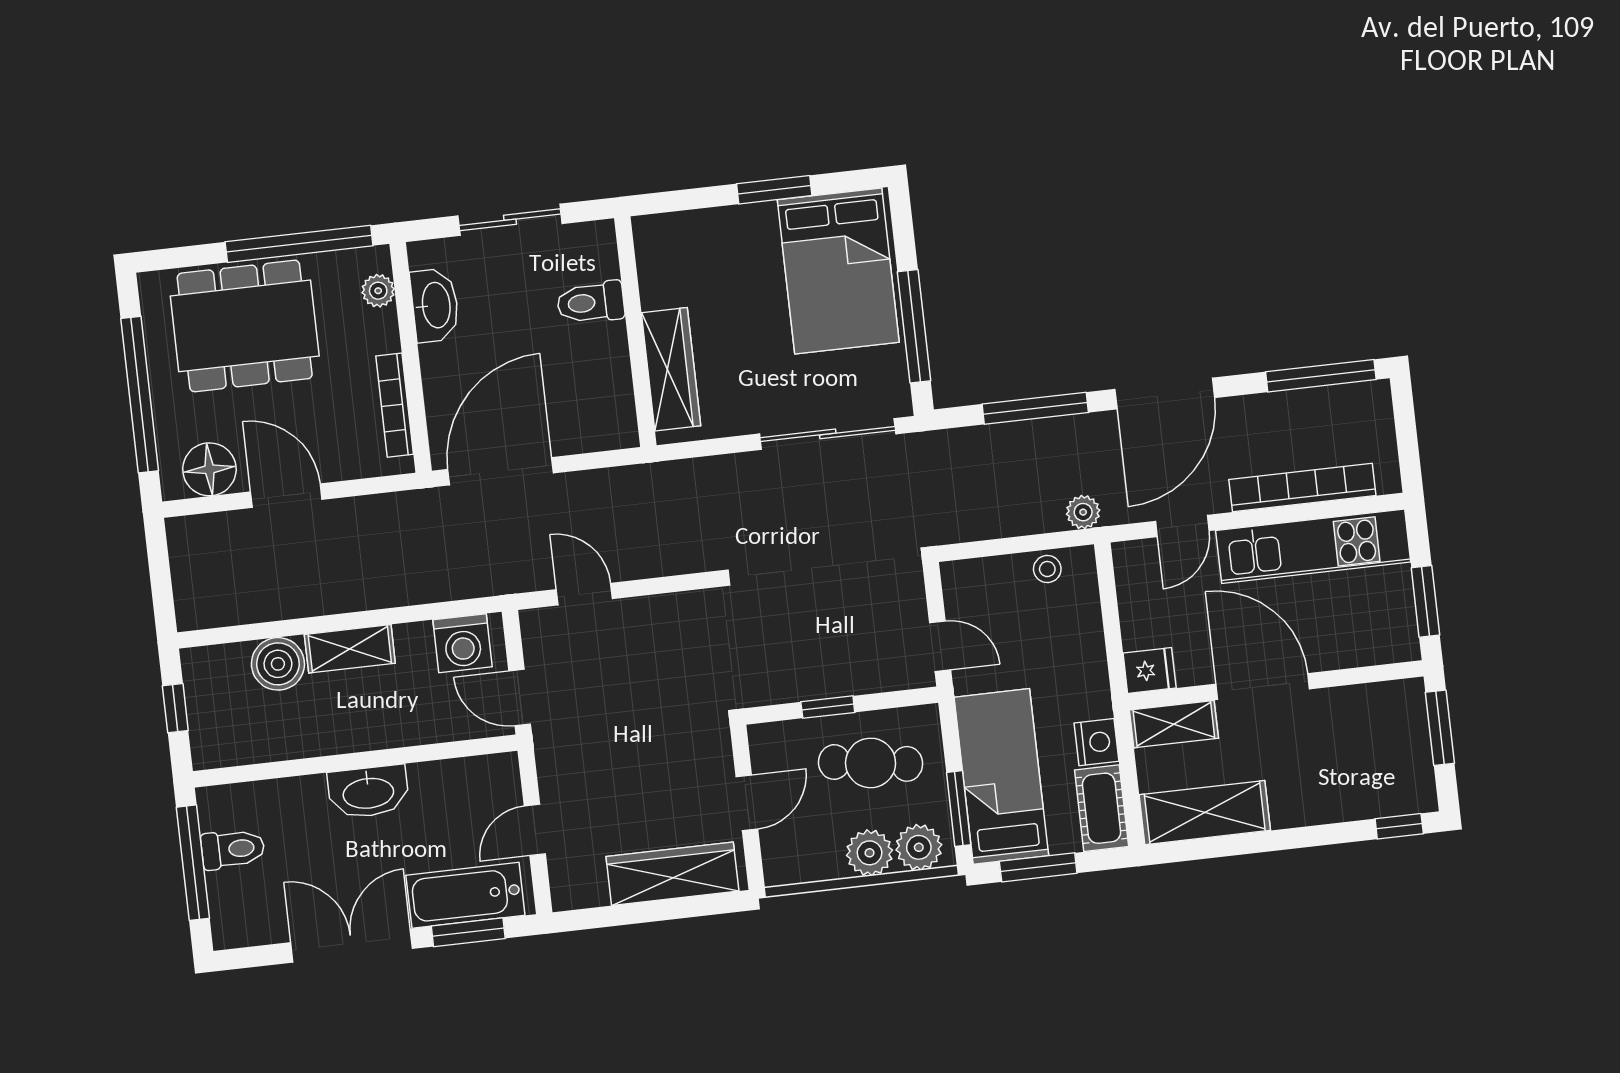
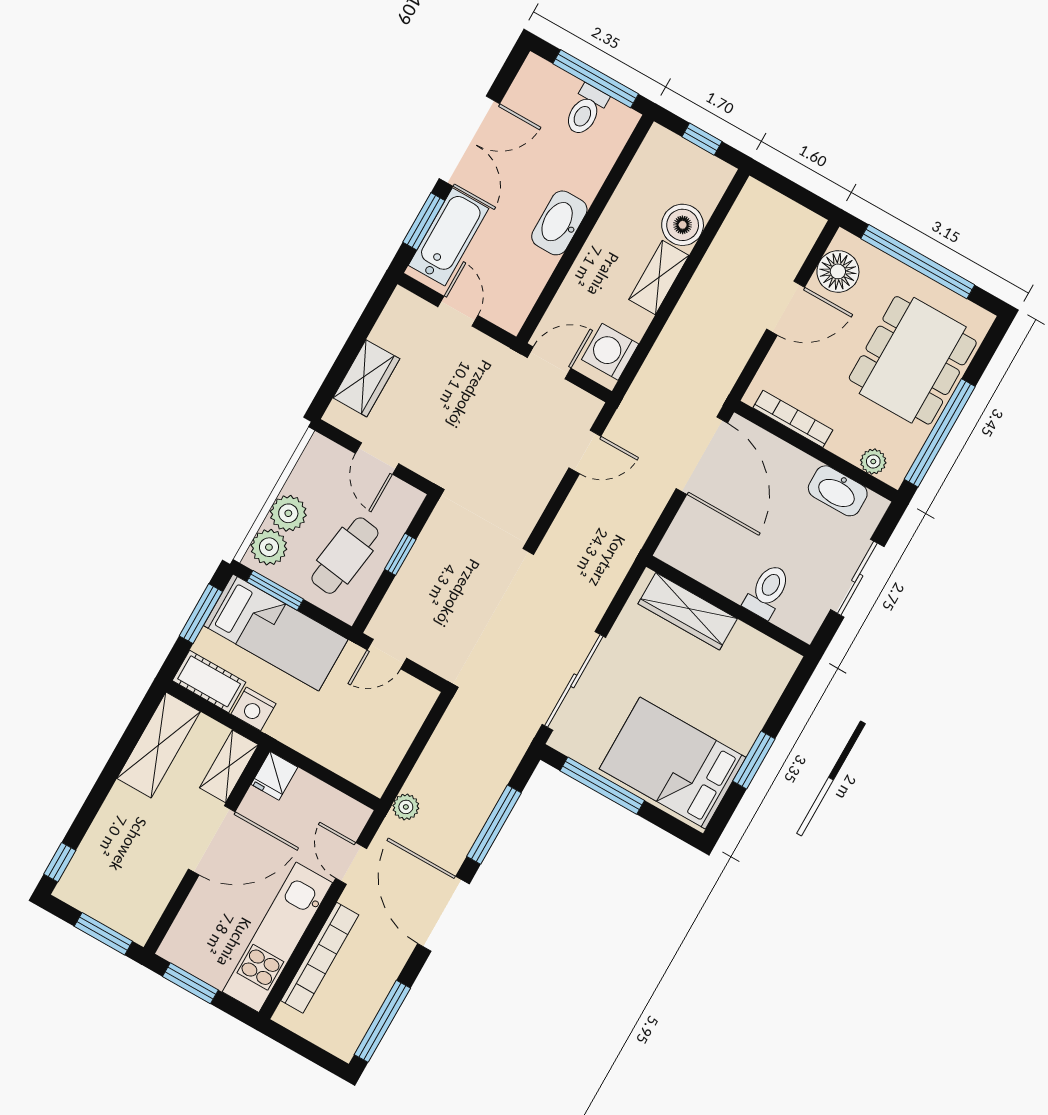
stool: (1047, 569) -> (386, 758), removed
wardrobe: (672, 874) -> (366, 378), width x0.67

